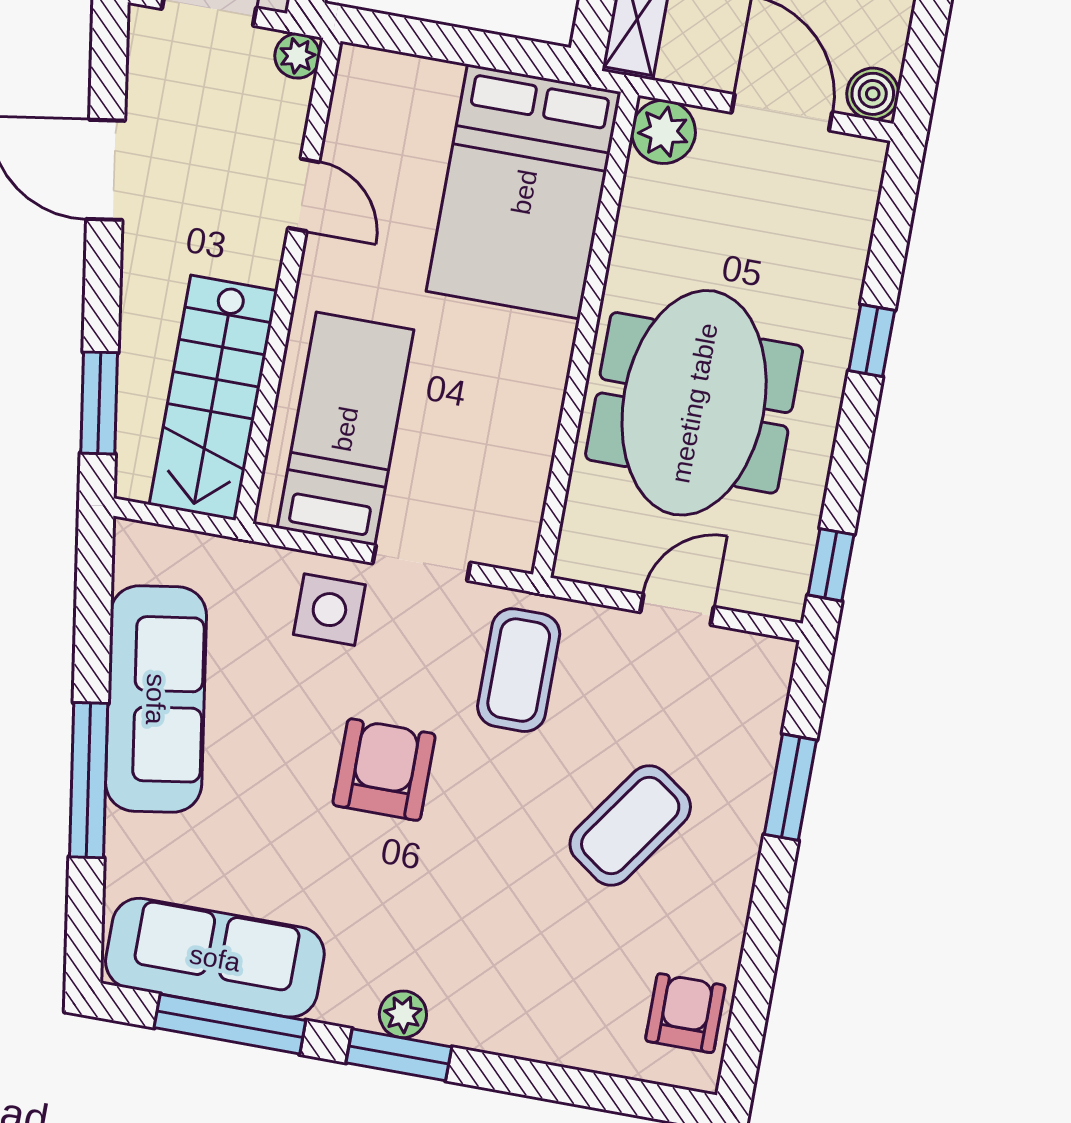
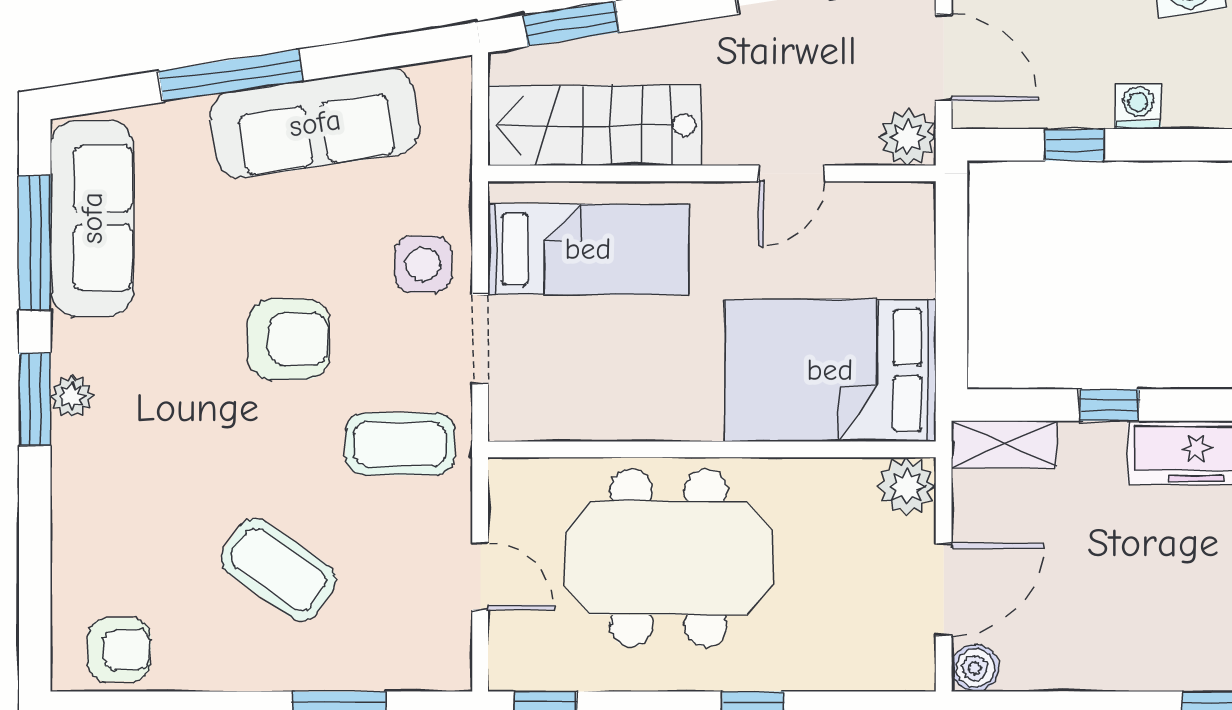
plant: (297, 56) -> (908, 137), width x1.38, depth x1.38

